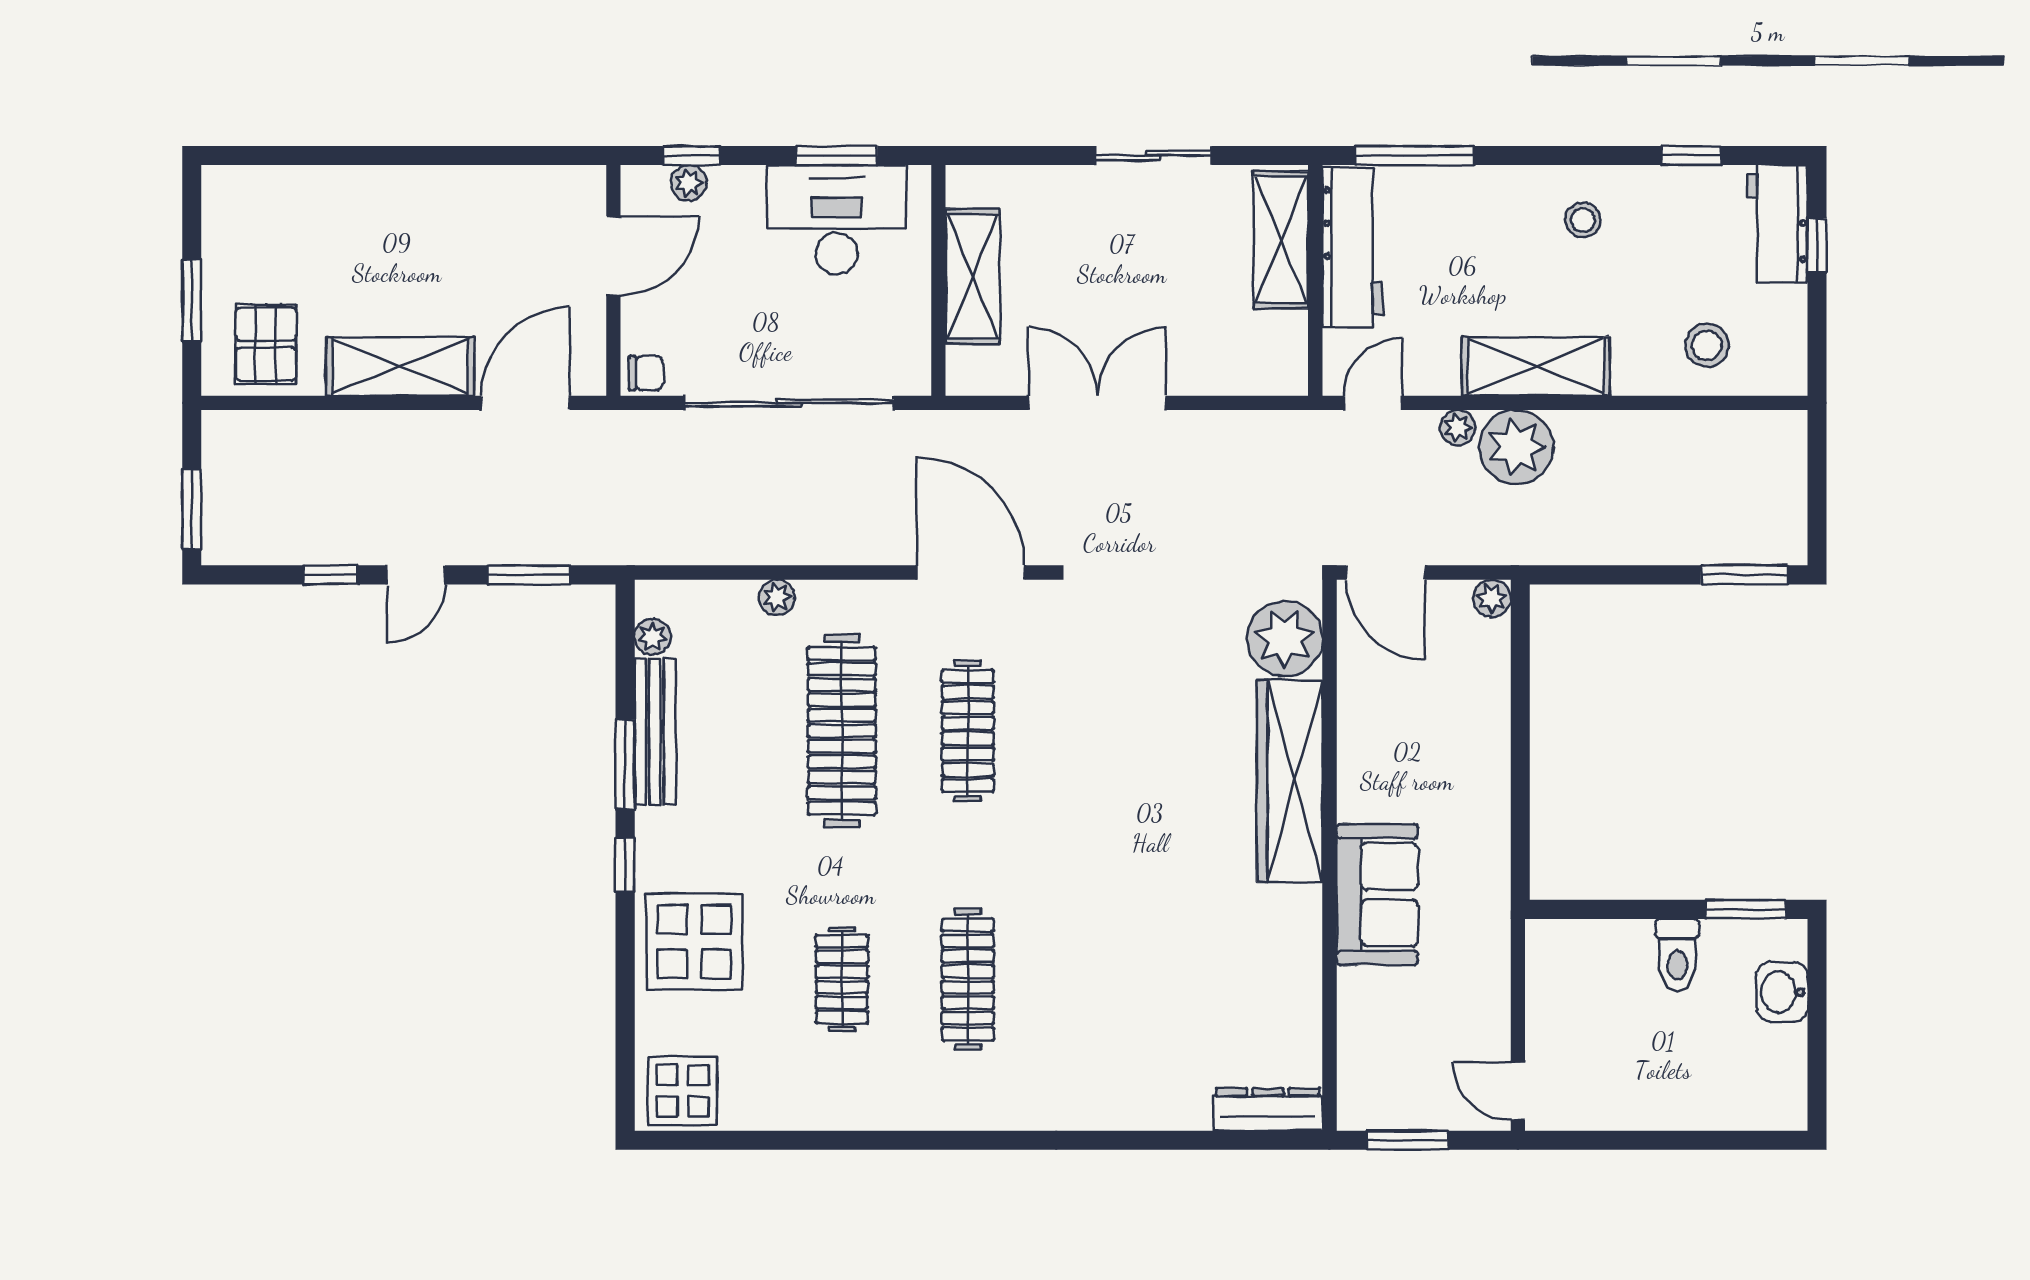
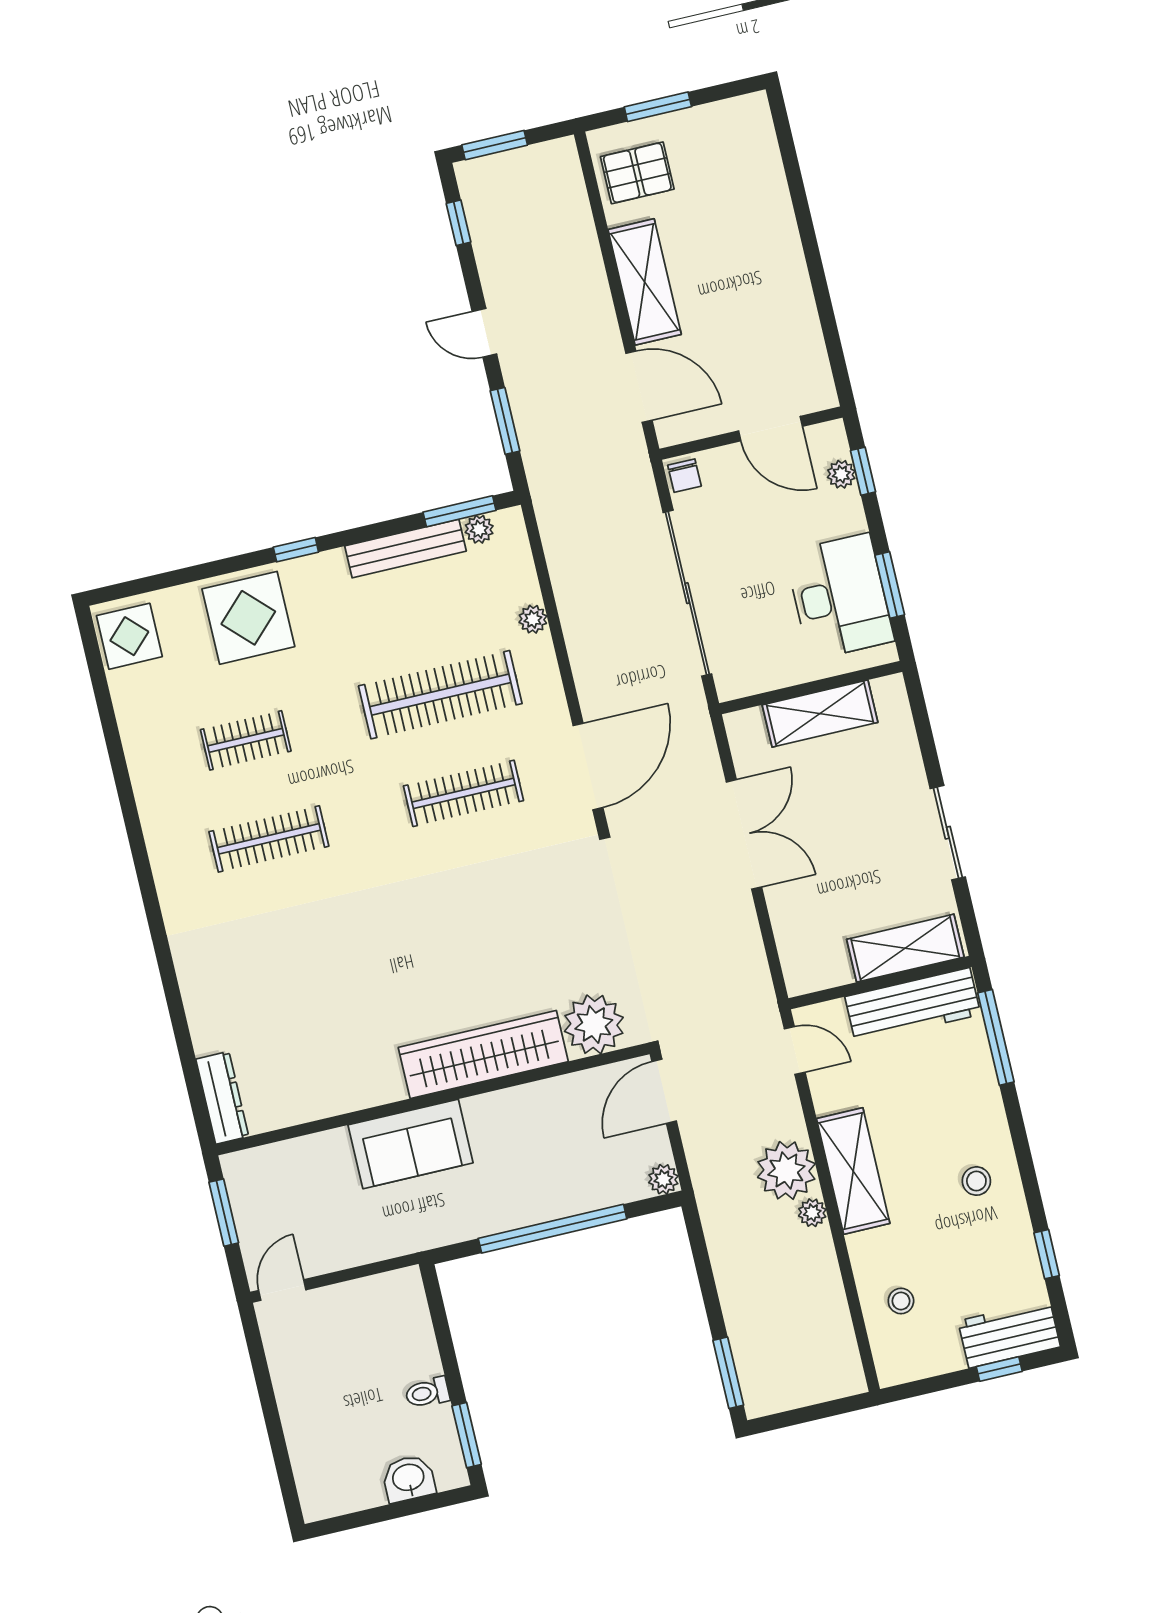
stool: (1707, 345) -> (901, 1301), width x0.73, depth x0.73
plant: (1458, 428) -> (812, 1213), moved
window: (330, 575) -> (459, 223), moved
window: (1520, 747) -> (553, 1229), added
window: (625, 764) -> (459, 511), moved
toilet: (1677, 955) -> (427, 1393), width x0.73, depth x0.72

